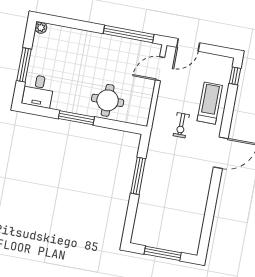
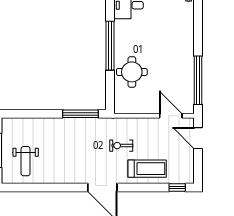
window: (76, 118) -> (110, 46), width x1.46
window: (138, 176) -> (80, 114), moved
weight bench: (179, 227) -> (26, 161), added

